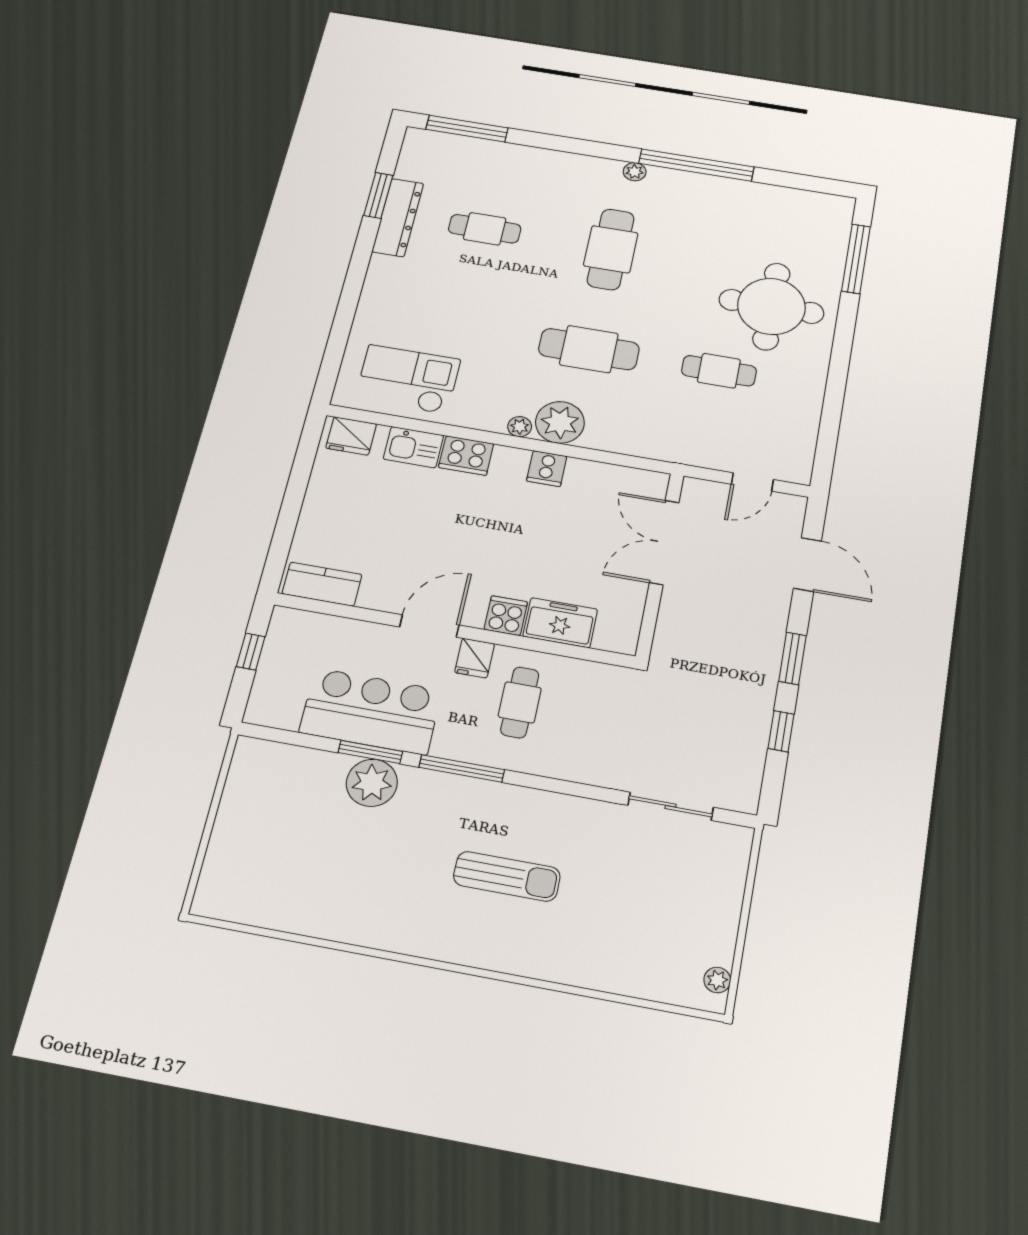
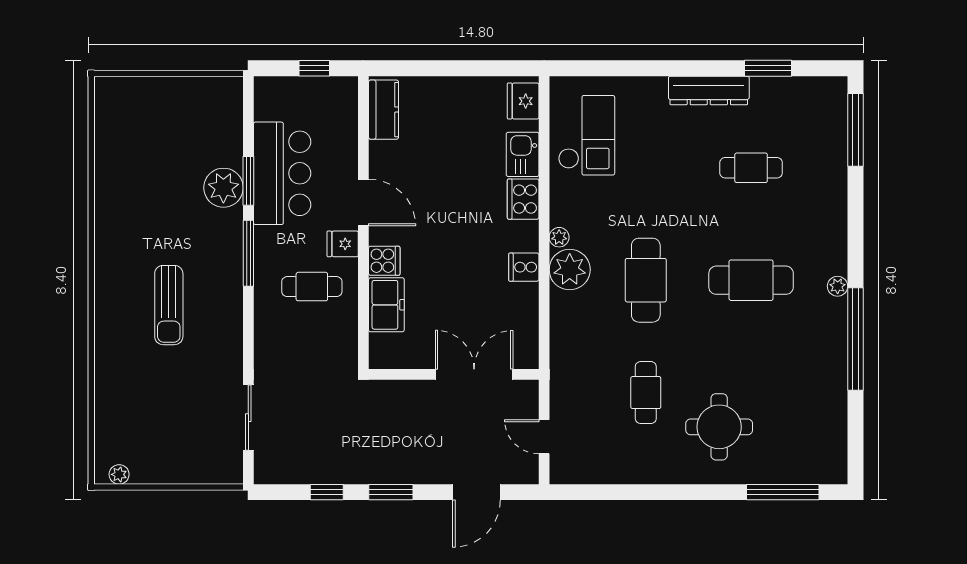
dresser: (398, 217) -> (709, 90), moved
cafe table: (485, 229) -> (751, 168), turned 90
round table: (771, 306) -> (719, 427), width x0.73, depth x0.73

